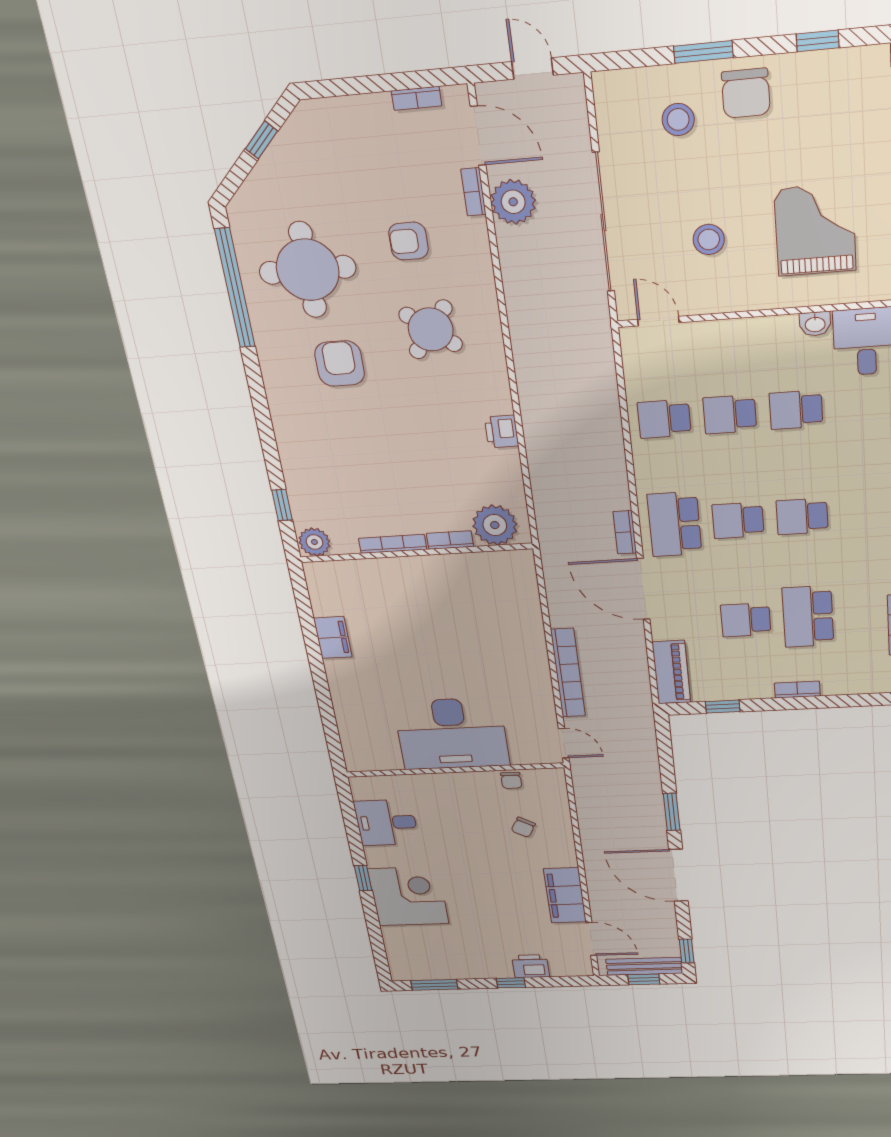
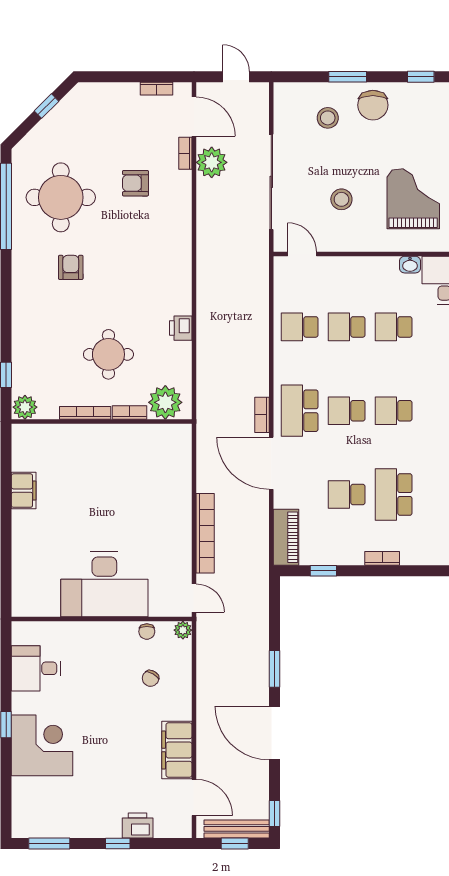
round table: (431, 329) -> (108, 354), moved, turned -38
armchair: (340, 364) -> (71, 267), width x0.72, depth x0.72
plant: (555, 777) -> (183, 630), added

